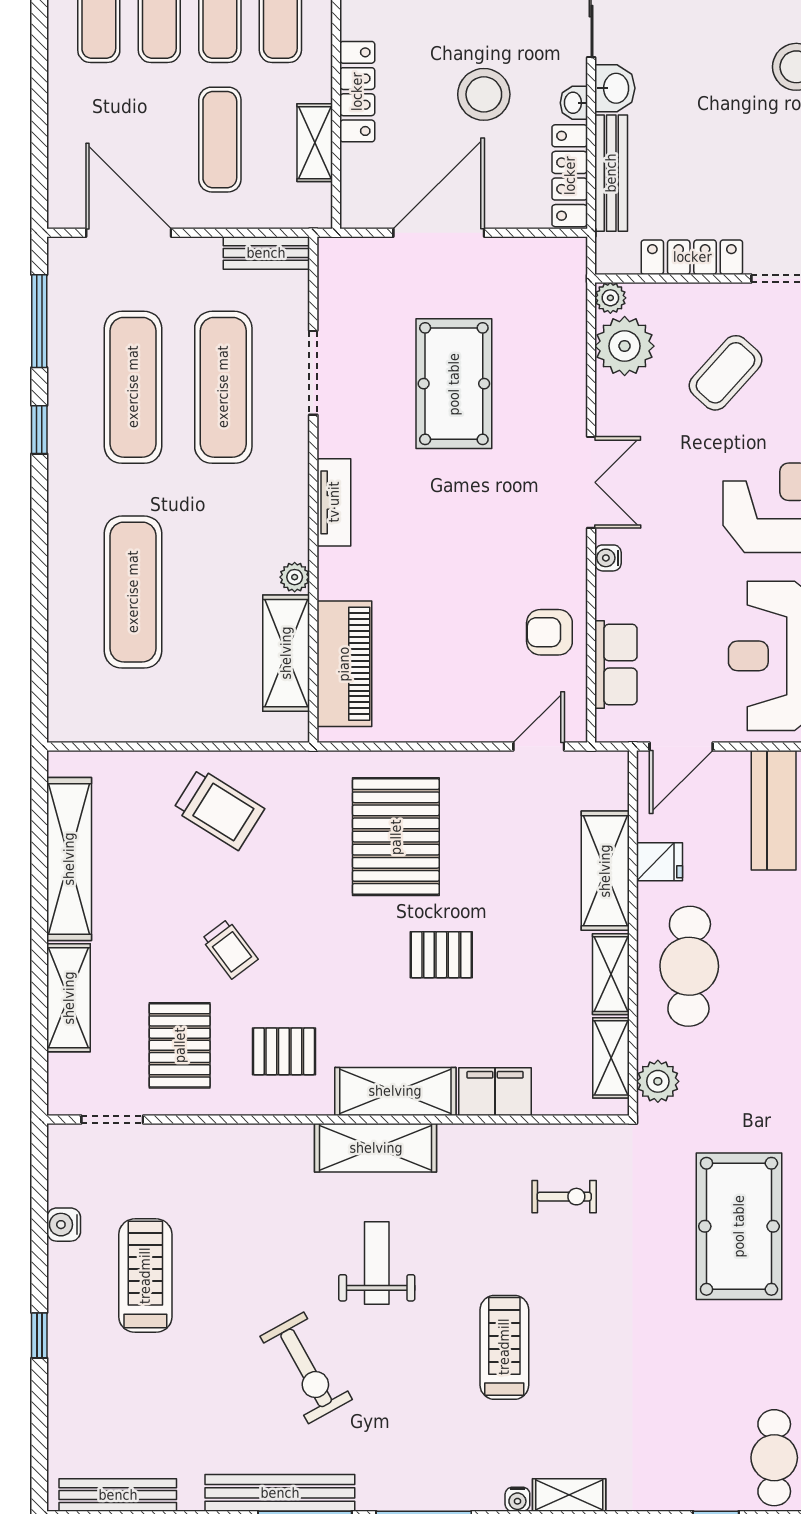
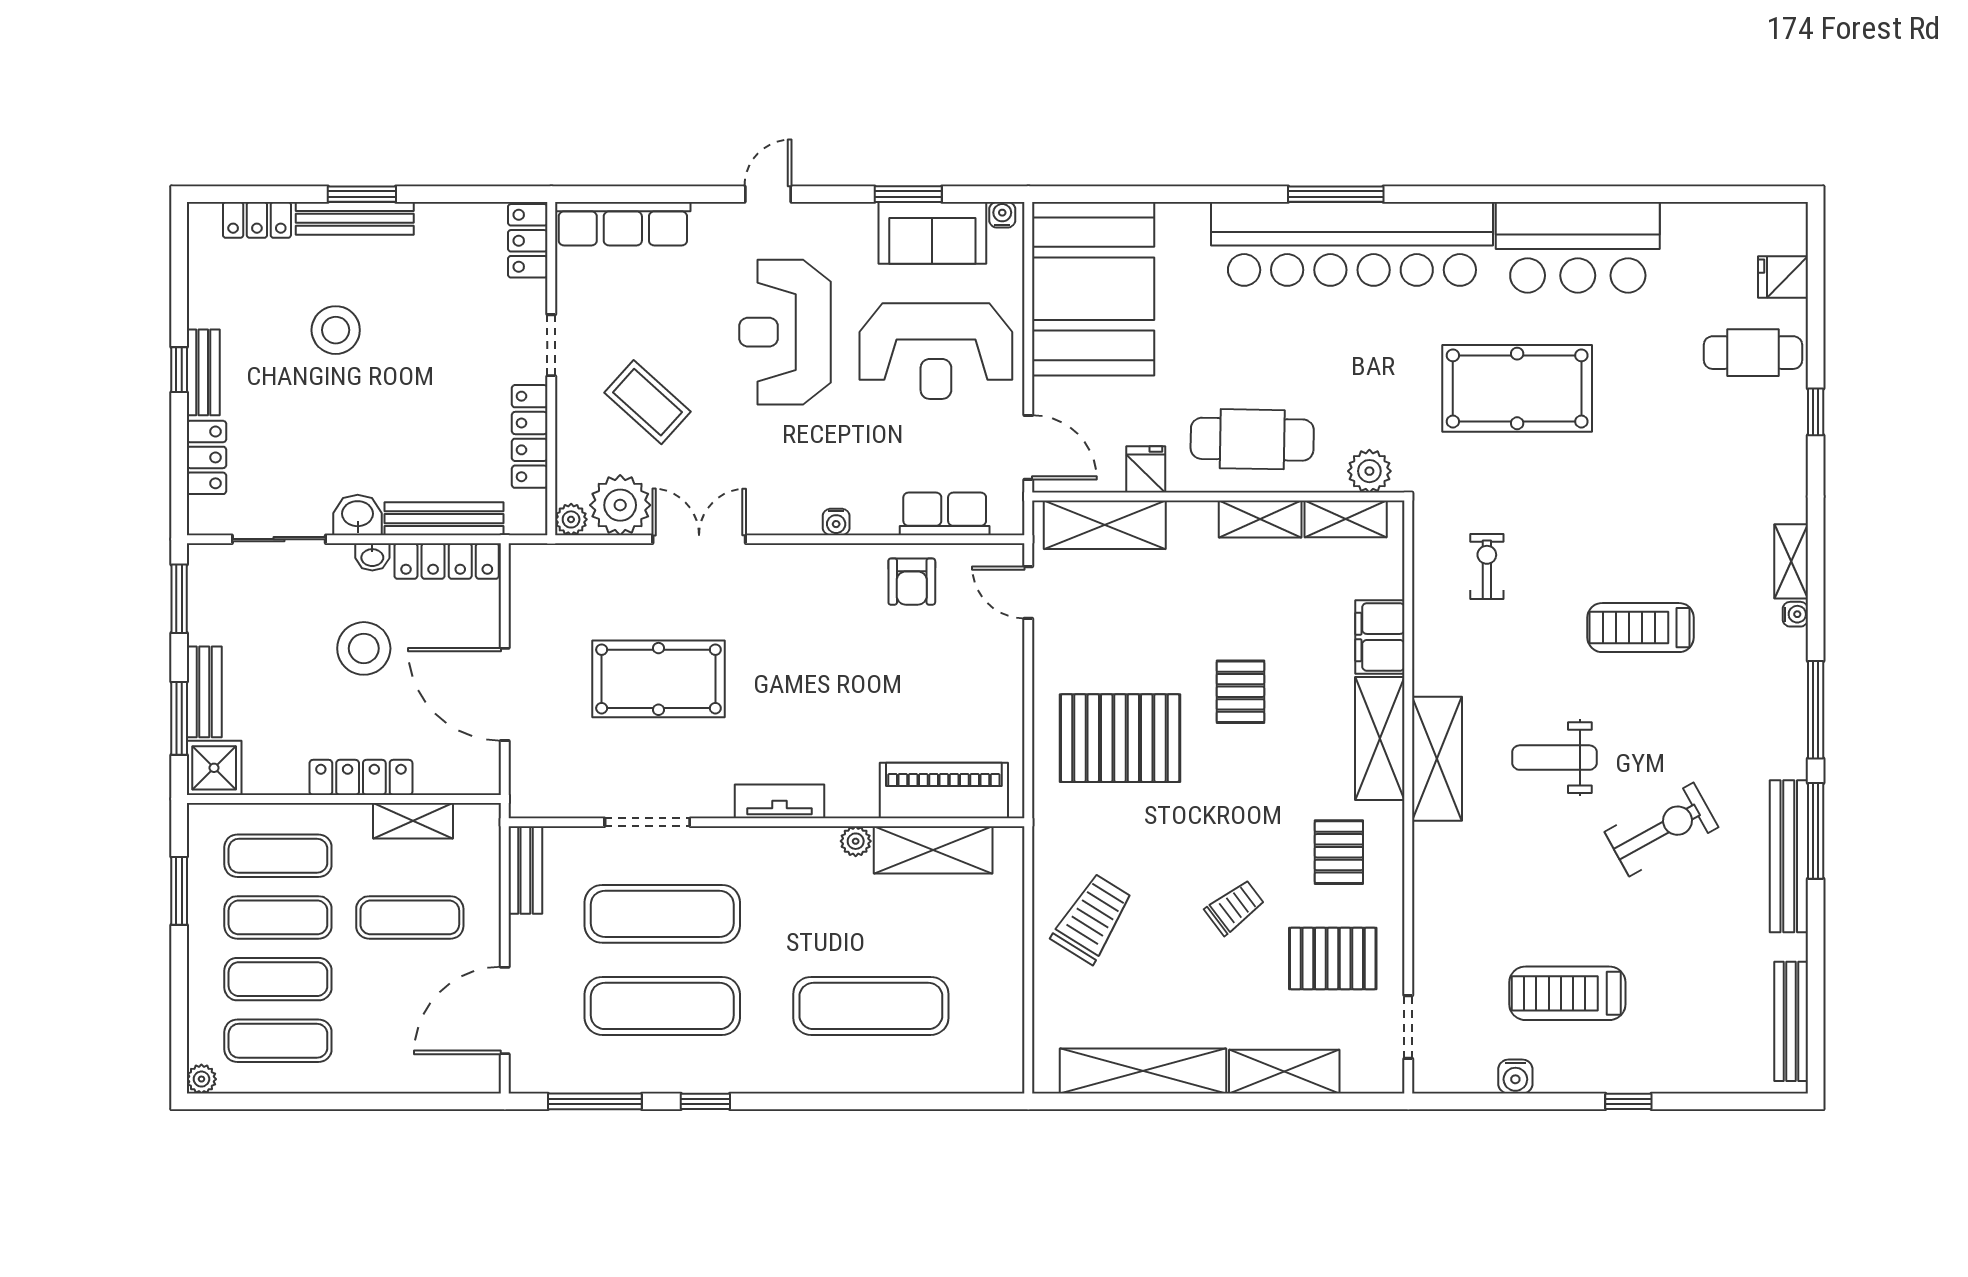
double door: (591, 482) -> (699, 539), moved
shelving: (605, 871) -> (1105, 525), moved

